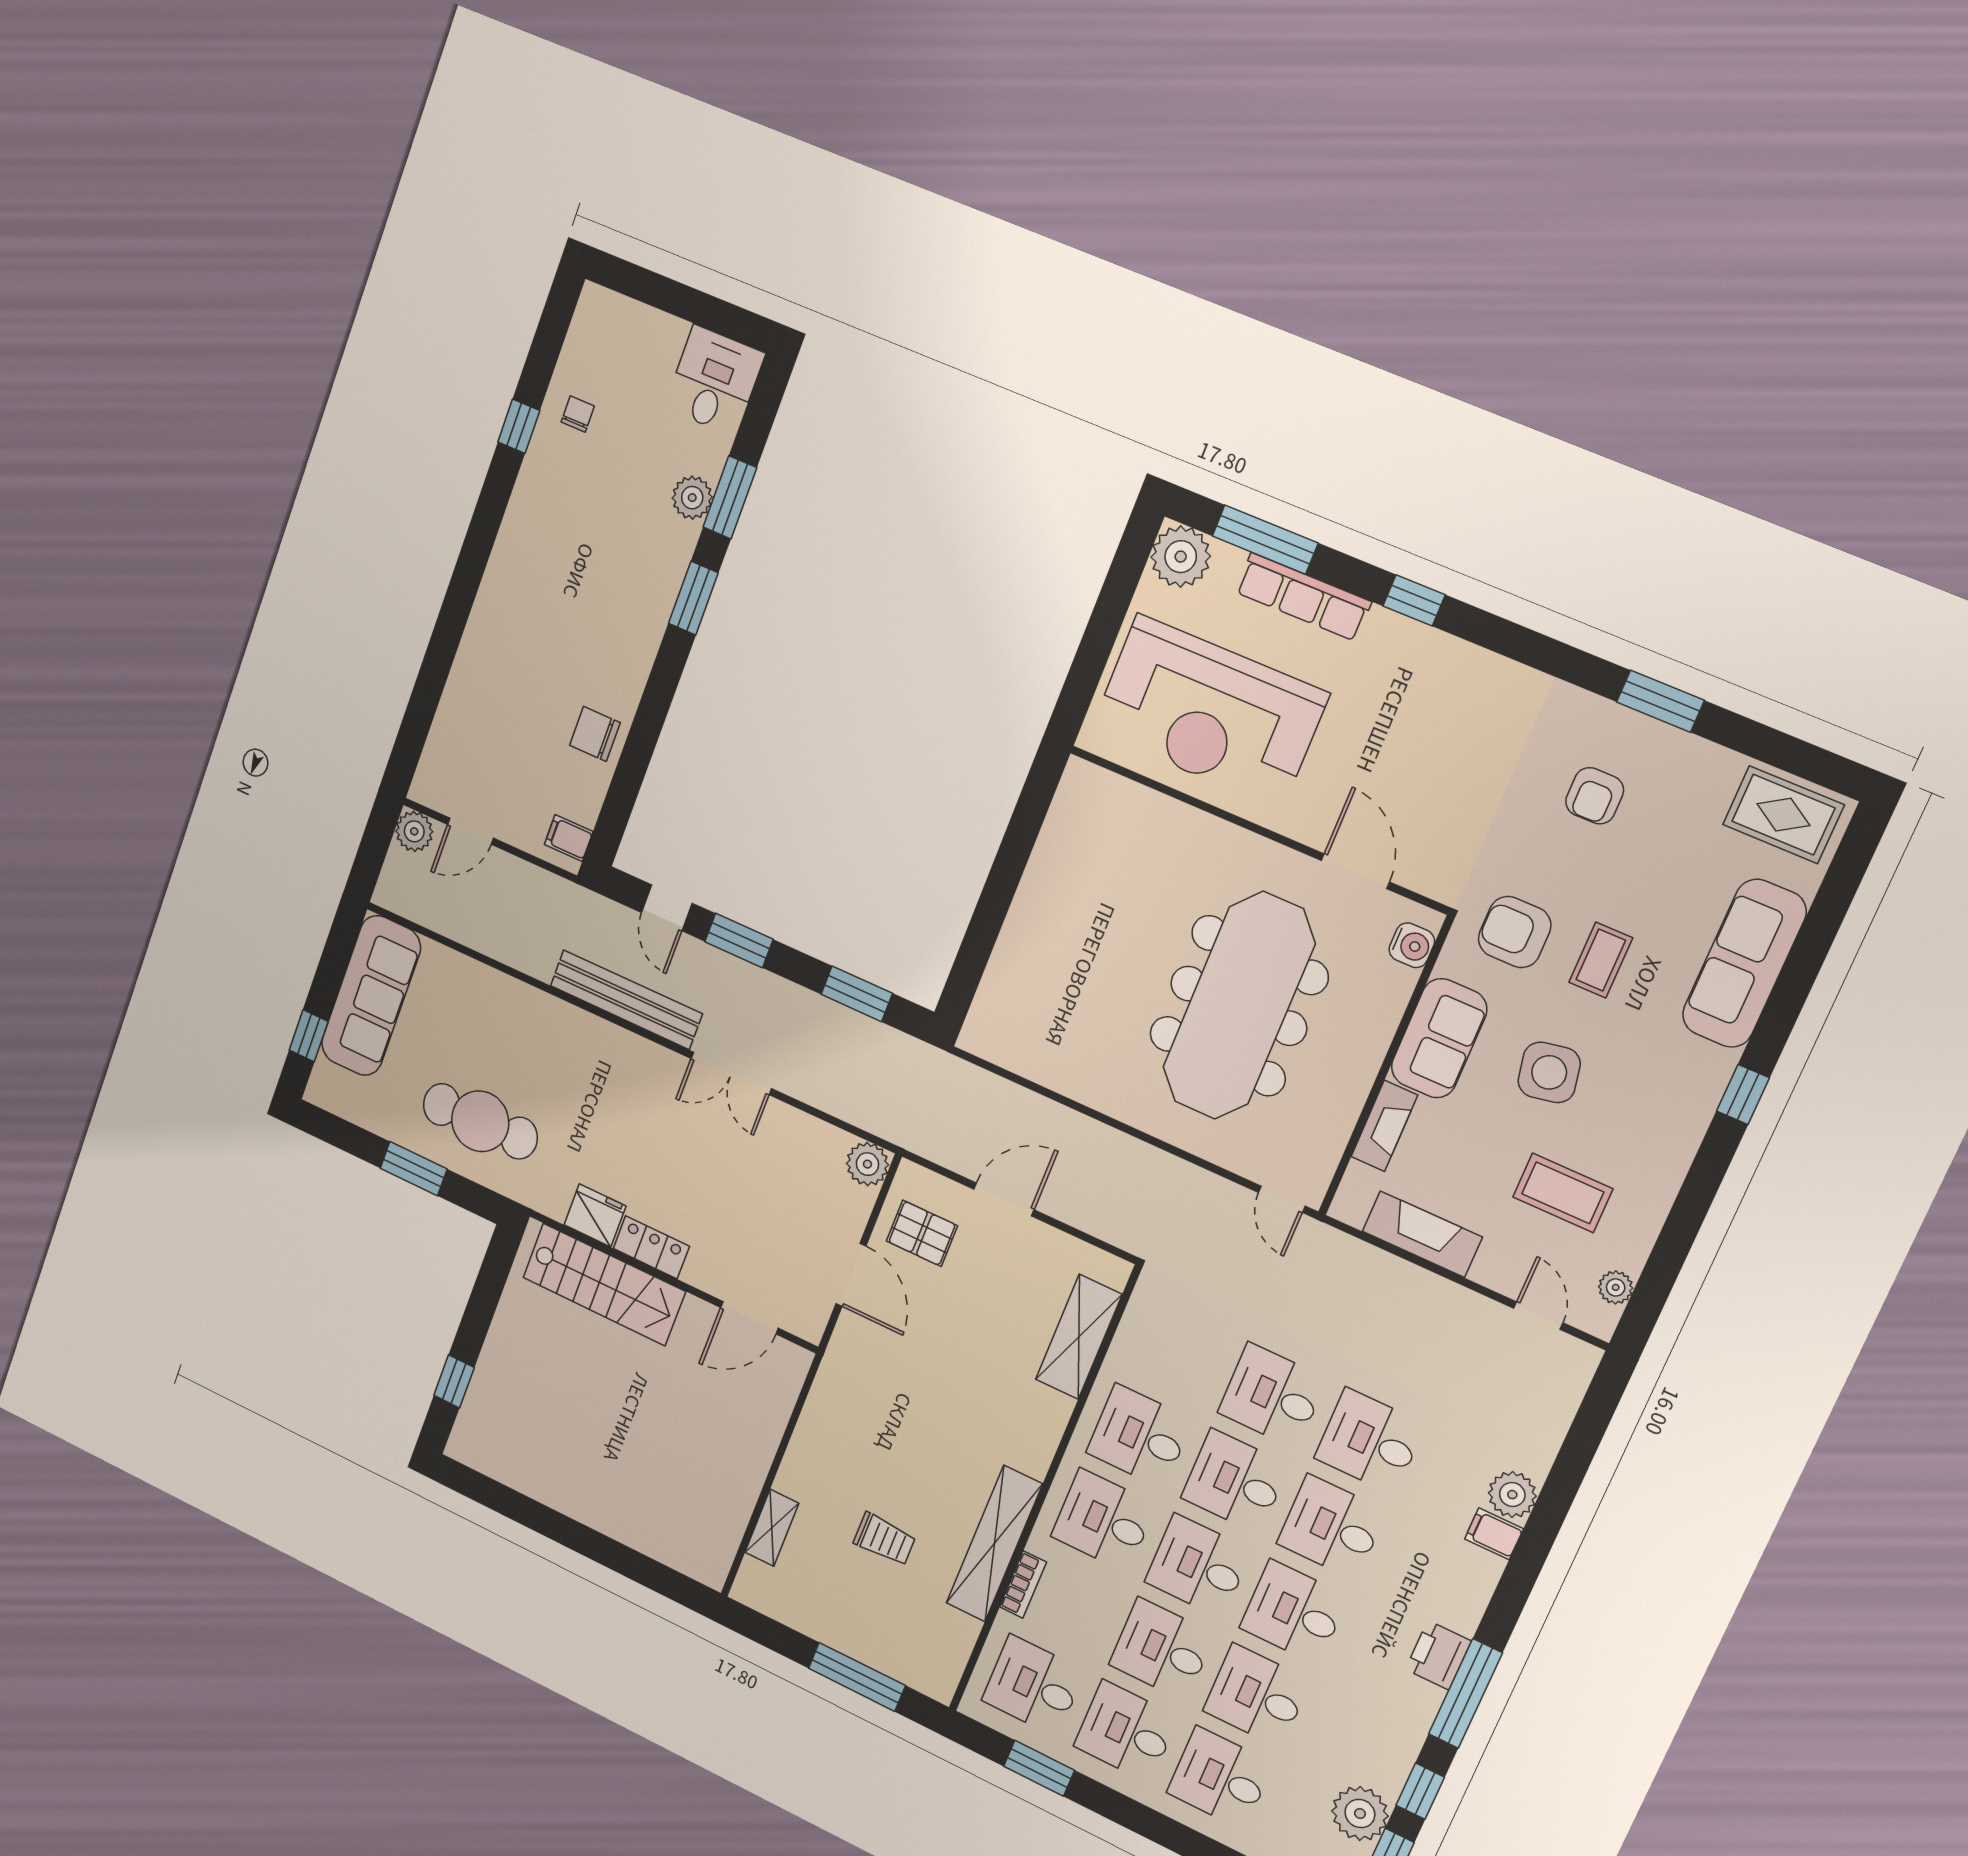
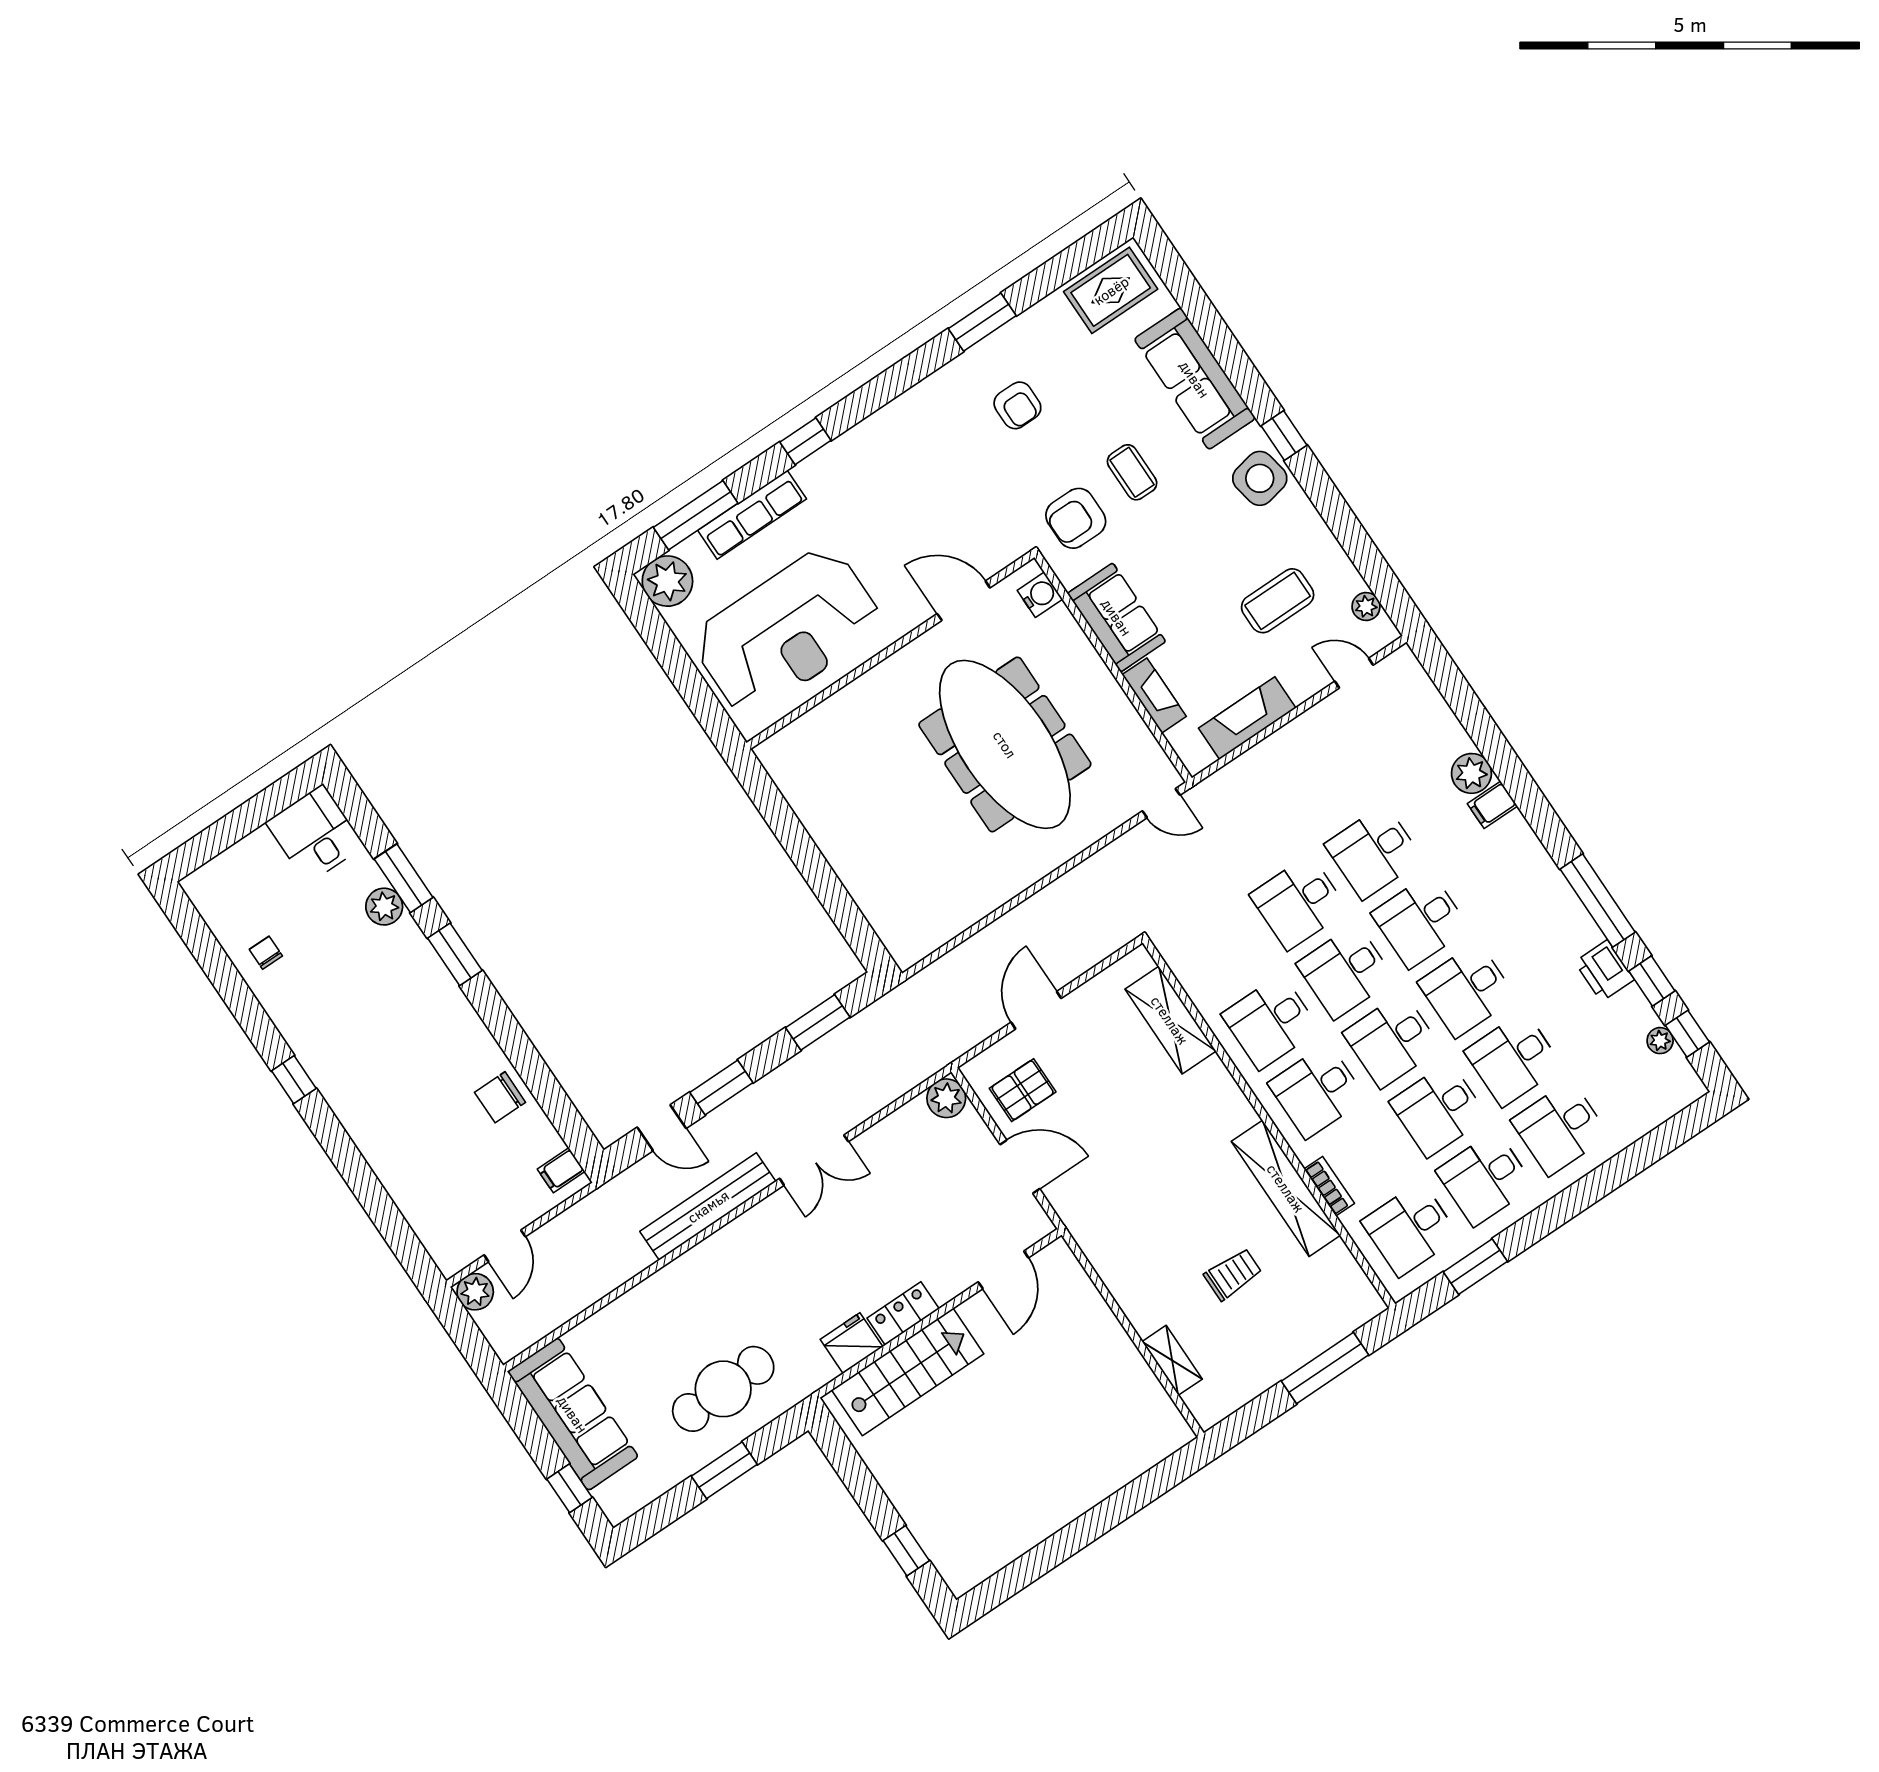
window: (519, 426) -> (294, 1080), moved
side table: (1549, 1072) -> (1260, 478), moved
printer: (1438, 1655) -> (1604, 971), moved
plant: (1360, 1814) -> (1660, 1041), width x0.53, depth x0.53

